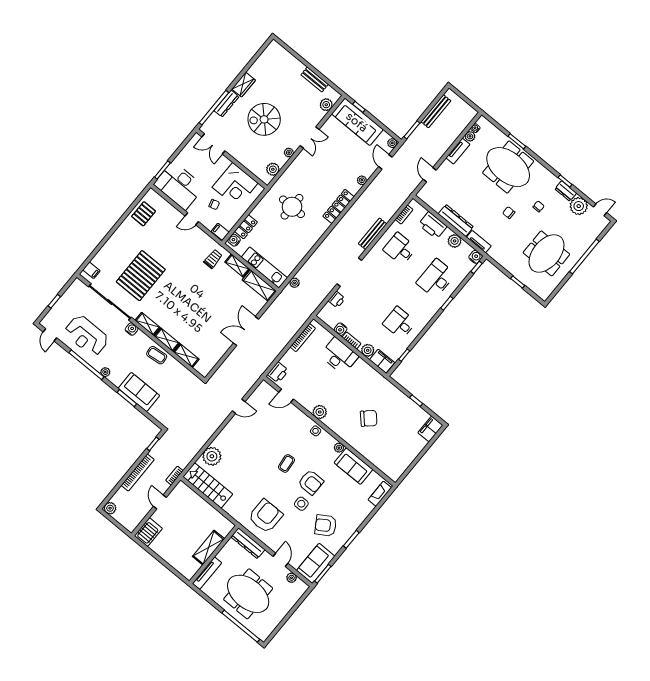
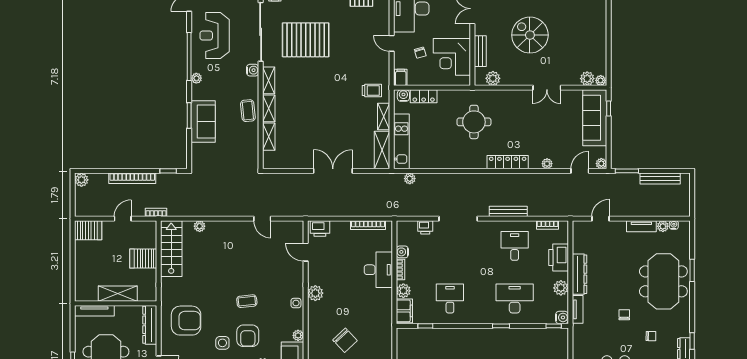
bench: (315, 80) -> (480, 51), moved
plant: (289, 153) -> (601, 80), moved
plant: (212, 456) -> (200, 226), width x0.53, depth x0.53
server rack: (199, 510) -> (143, 258), added

